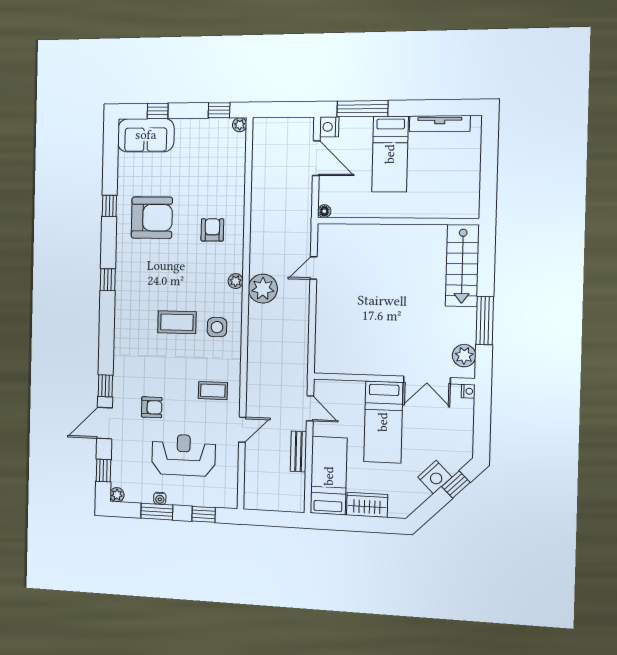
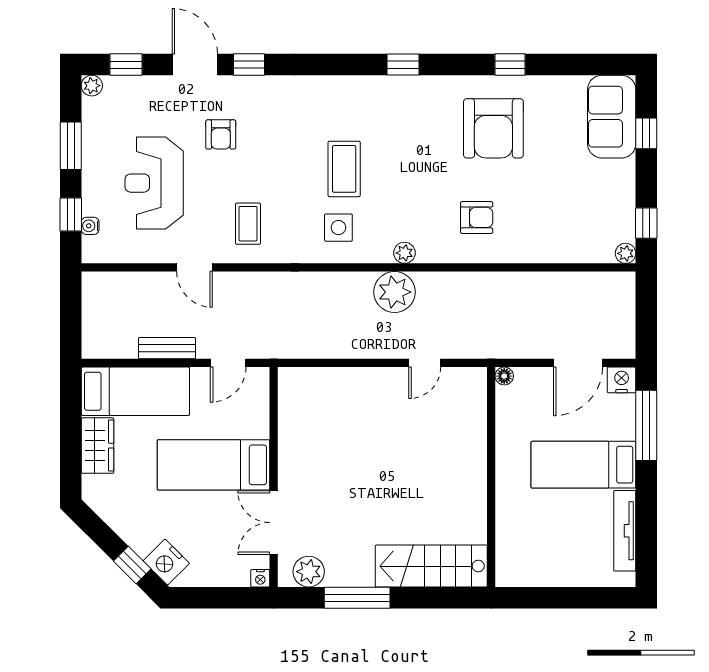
door: (314, 268) -> (425, 363), swing flipped
reception desk: (183, 455) -> (154, 183), turned 180
nightstand: (435, 477) -> (166, 562), moved
water cooler: (160, 498) -> (90, 226), moved

